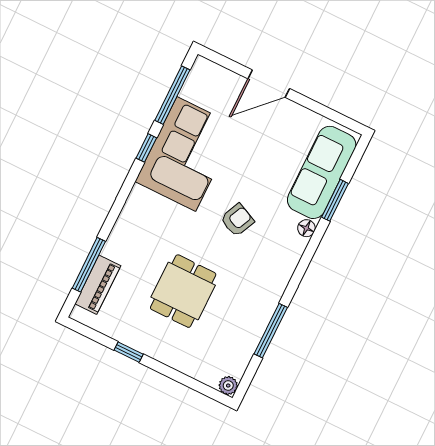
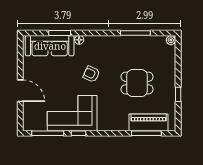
piano: (98, 285) -> (149, 122), width x1.37, depth x1.33

